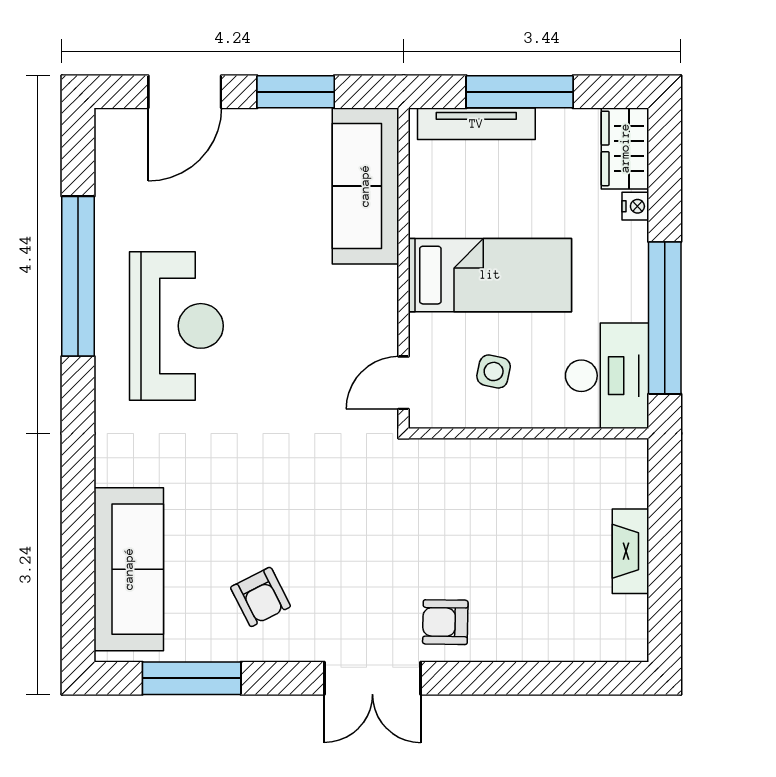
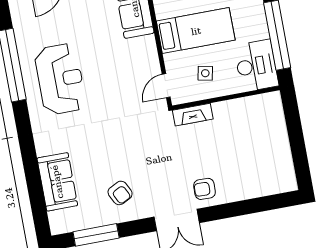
fireplace: (630, 551) -> (193, 115), moved, turned -90
sofa: (129, 569) -> (57, 182), width x0.73

